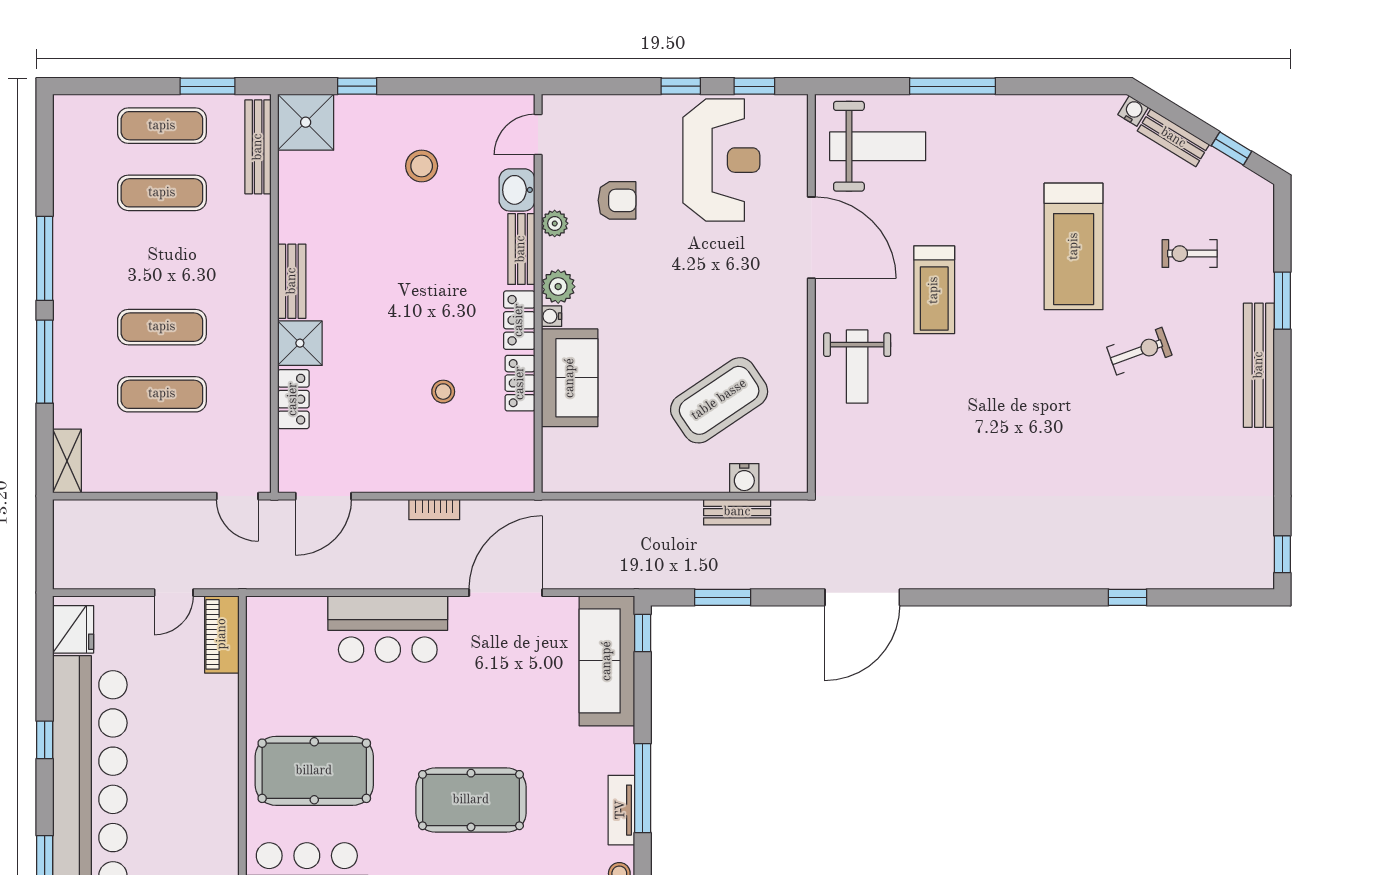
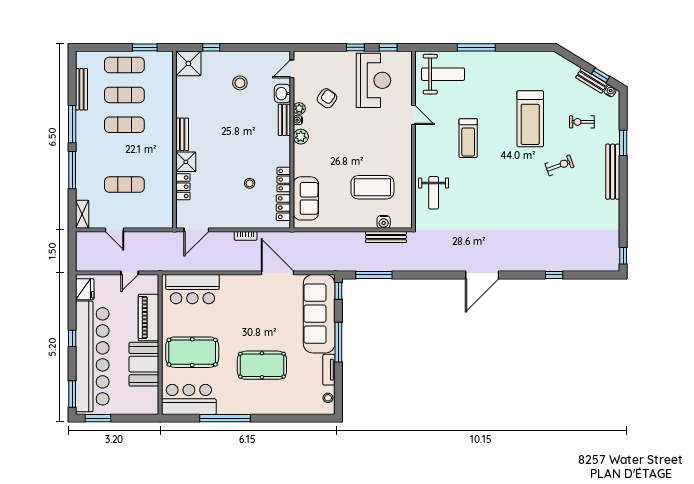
water cooler: (1133, 111) -> (610, 91), moved
bench: (1173, 138) -> (591, 81), moved
bench: (258, 147) -> (82, 89), moved
armchair: (617, 200) -> (327, 98), turned -54
door: (811, 238) -> (413, 115), width x0.53
water cooler: (552, 316) -> (298, 120), moved
locker: (519, 320) -> (283, 208), moved
exercise mat: (162, 327) -> (124, 125), moved
weight bench: (857, 367) -> (434, 193), moved
sofa: (570, 378) -> (306, 198), moved
coffee table: (719, 400) -> (372, 187), turned 34
door: (237, 496) -> (115, 230), moved
bench: (737, 512) -> (386, 237), width x1.36
door: (506, 593) -> (277, 273), hinge flipped
window: (723, 597) -> (374, 275), width x1.44
door: (862, 597) -> (482, 275), moved
bar counter: (388, 629) -> (192, 289), moved
piano: (222, 634) -> (149, 317), moved, width x1.37, depth x1.33
sofa: (607, 661) -> (319, 314), width x1.36, depth x1.27
window: (643, 788) -> (338, 342), moved
booth: (206, 798) -> (144, 364), added

